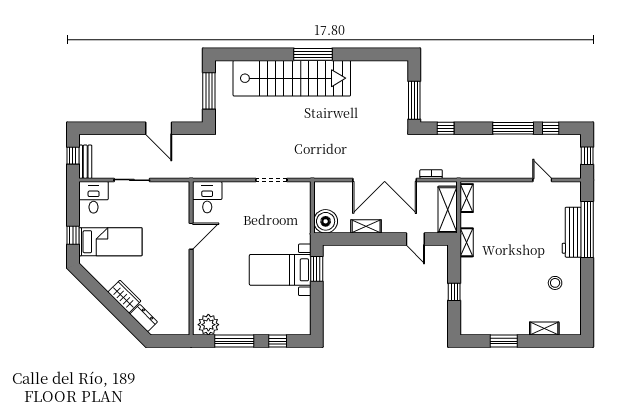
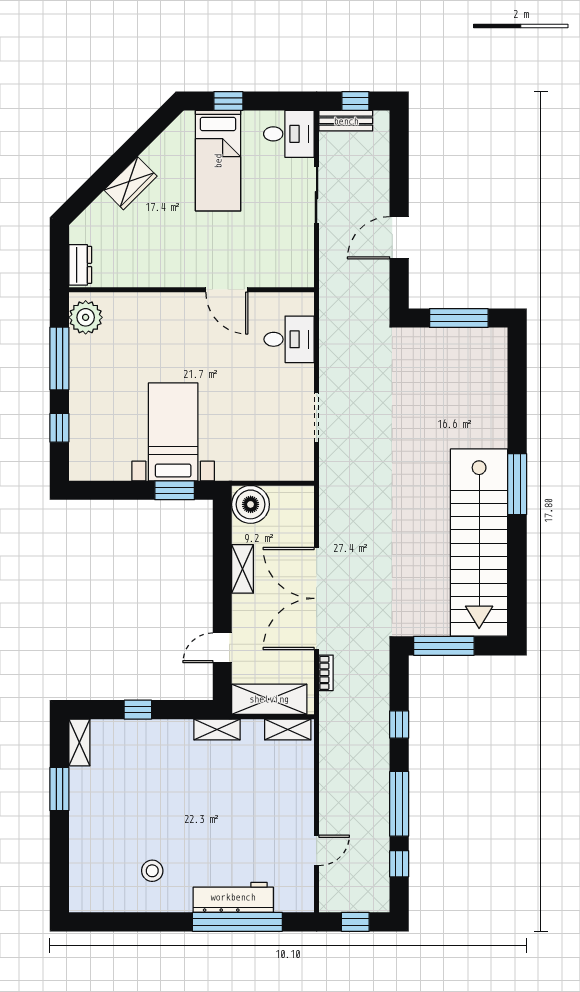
stairs: (292, 78) -> (479, 543), moved
window: (446, 128) -> (399, 724), moved
desk: (207, 197) -> (289, 339), moved
dresser: (144, 318) -> (80, 265), moved, turned -45
shelving: (544, 329) -> (79, 743), moved

